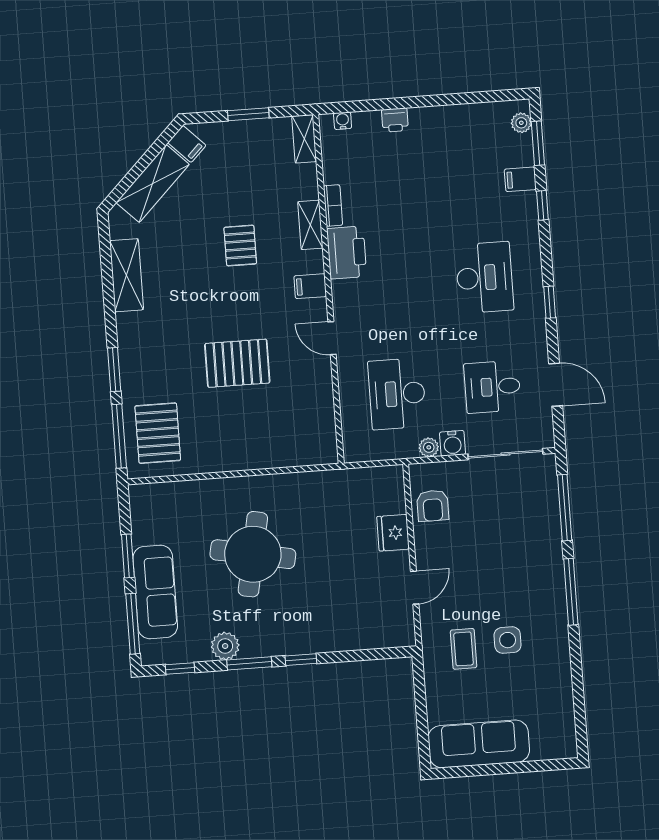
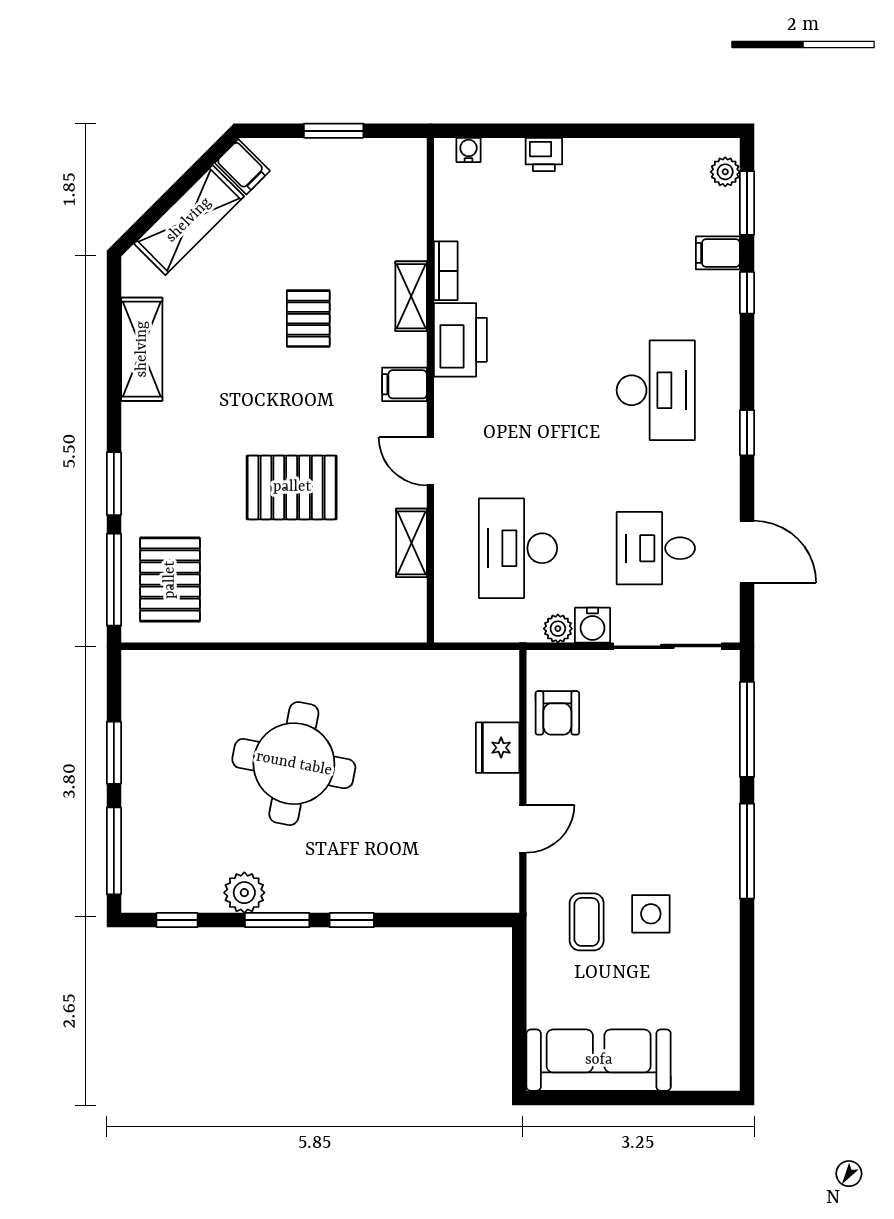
shelving: (304, 139) -> (411, 543), moved
sofa: (155, 592) -> (149, 808), removed

